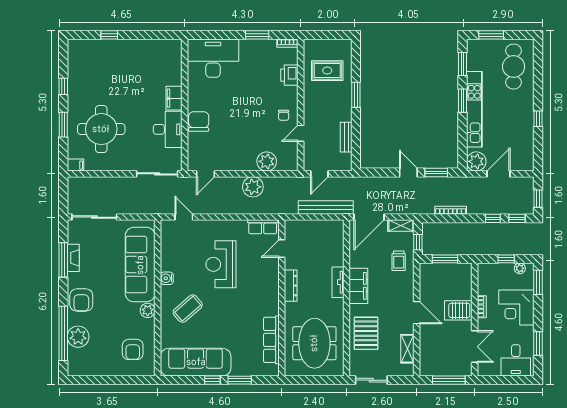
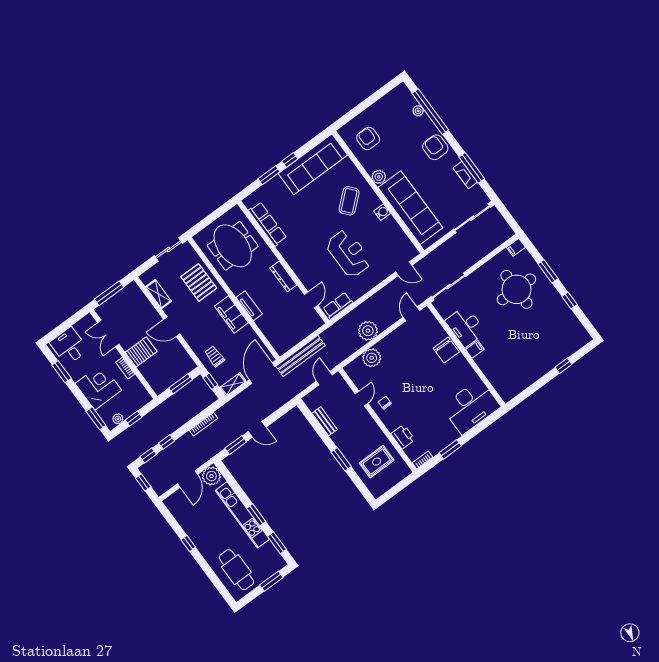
filing cabinet: (174, 98) -> (475, 349), width x0.50
plant: (78, 337) -> (418, 111), width x0.53, depth x0.53

